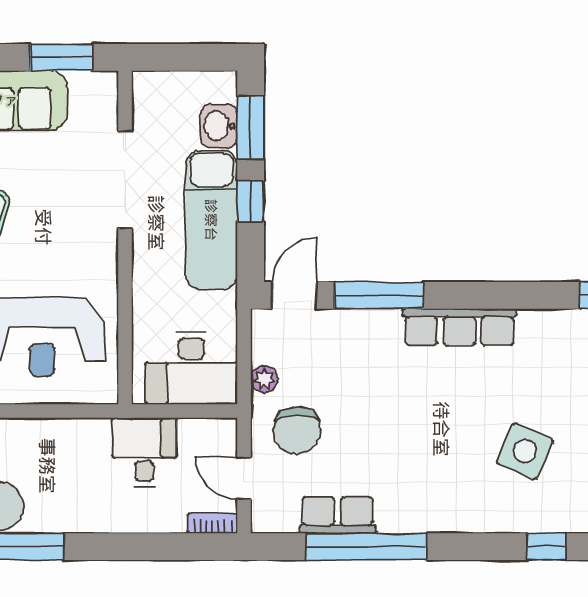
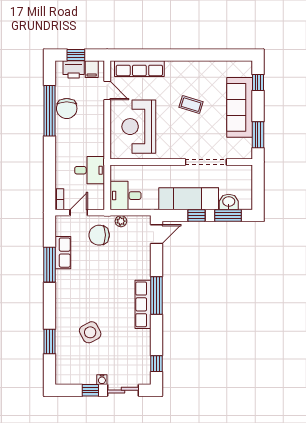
door: (294, 295) -> (157, 234), hinge flipped
window: (379, 295) -> (157, 295), moved
desk: (191, 368) -> (125, 196), width x0.73
side table: (525, 451) -> (90, 332), turned 38
window: (366, 547) -> (49, 265), width x0.68
window: (546, 547) -> (49, 341), width x1.50

